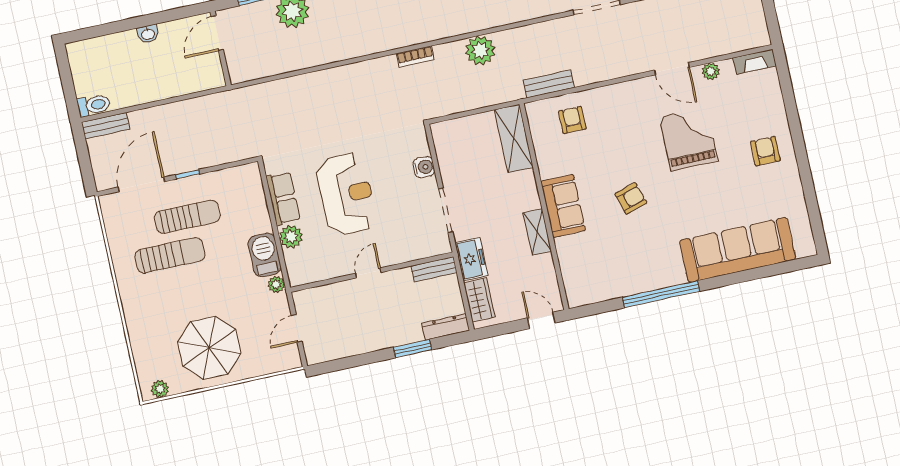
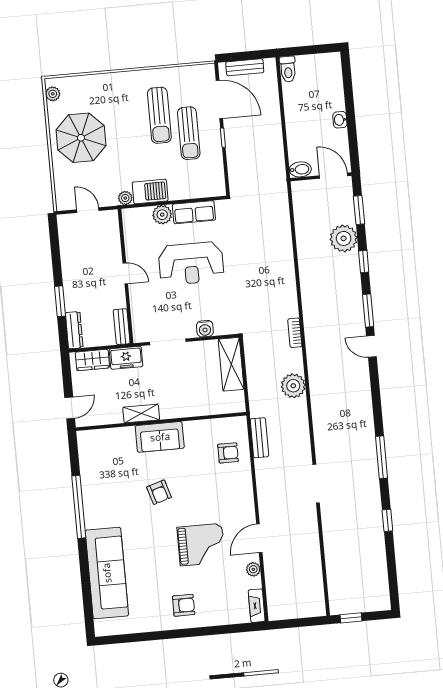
bidet: (215, 75) -> (300, 169), added
bench: (106, 126) -> (245, 67), moved, turned 90
shelving: (514, 139) -> (231, 364), moved, turned 90

